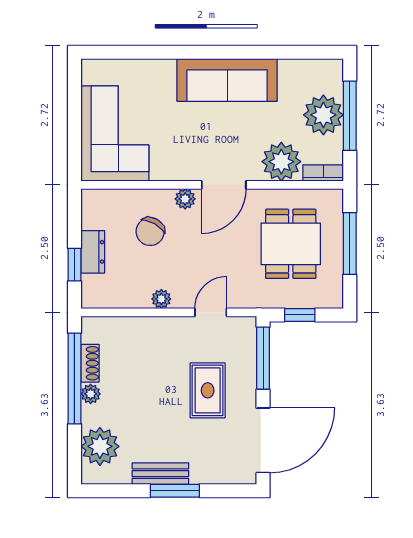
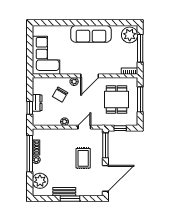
plant: (323, 115) -> (130, 35), moved
plant: (281, 162) -> (113, 67), removed

